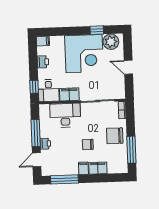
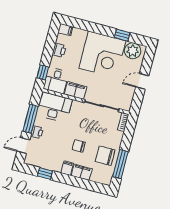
door: (128, 67) -> (142, 81), hinge flipped
desk: (65, 115) -> (54, 107), moved
chair: (115, 136) -> (105, 156), moved
window: (64, 179) -> (45, 173), width x0.46

